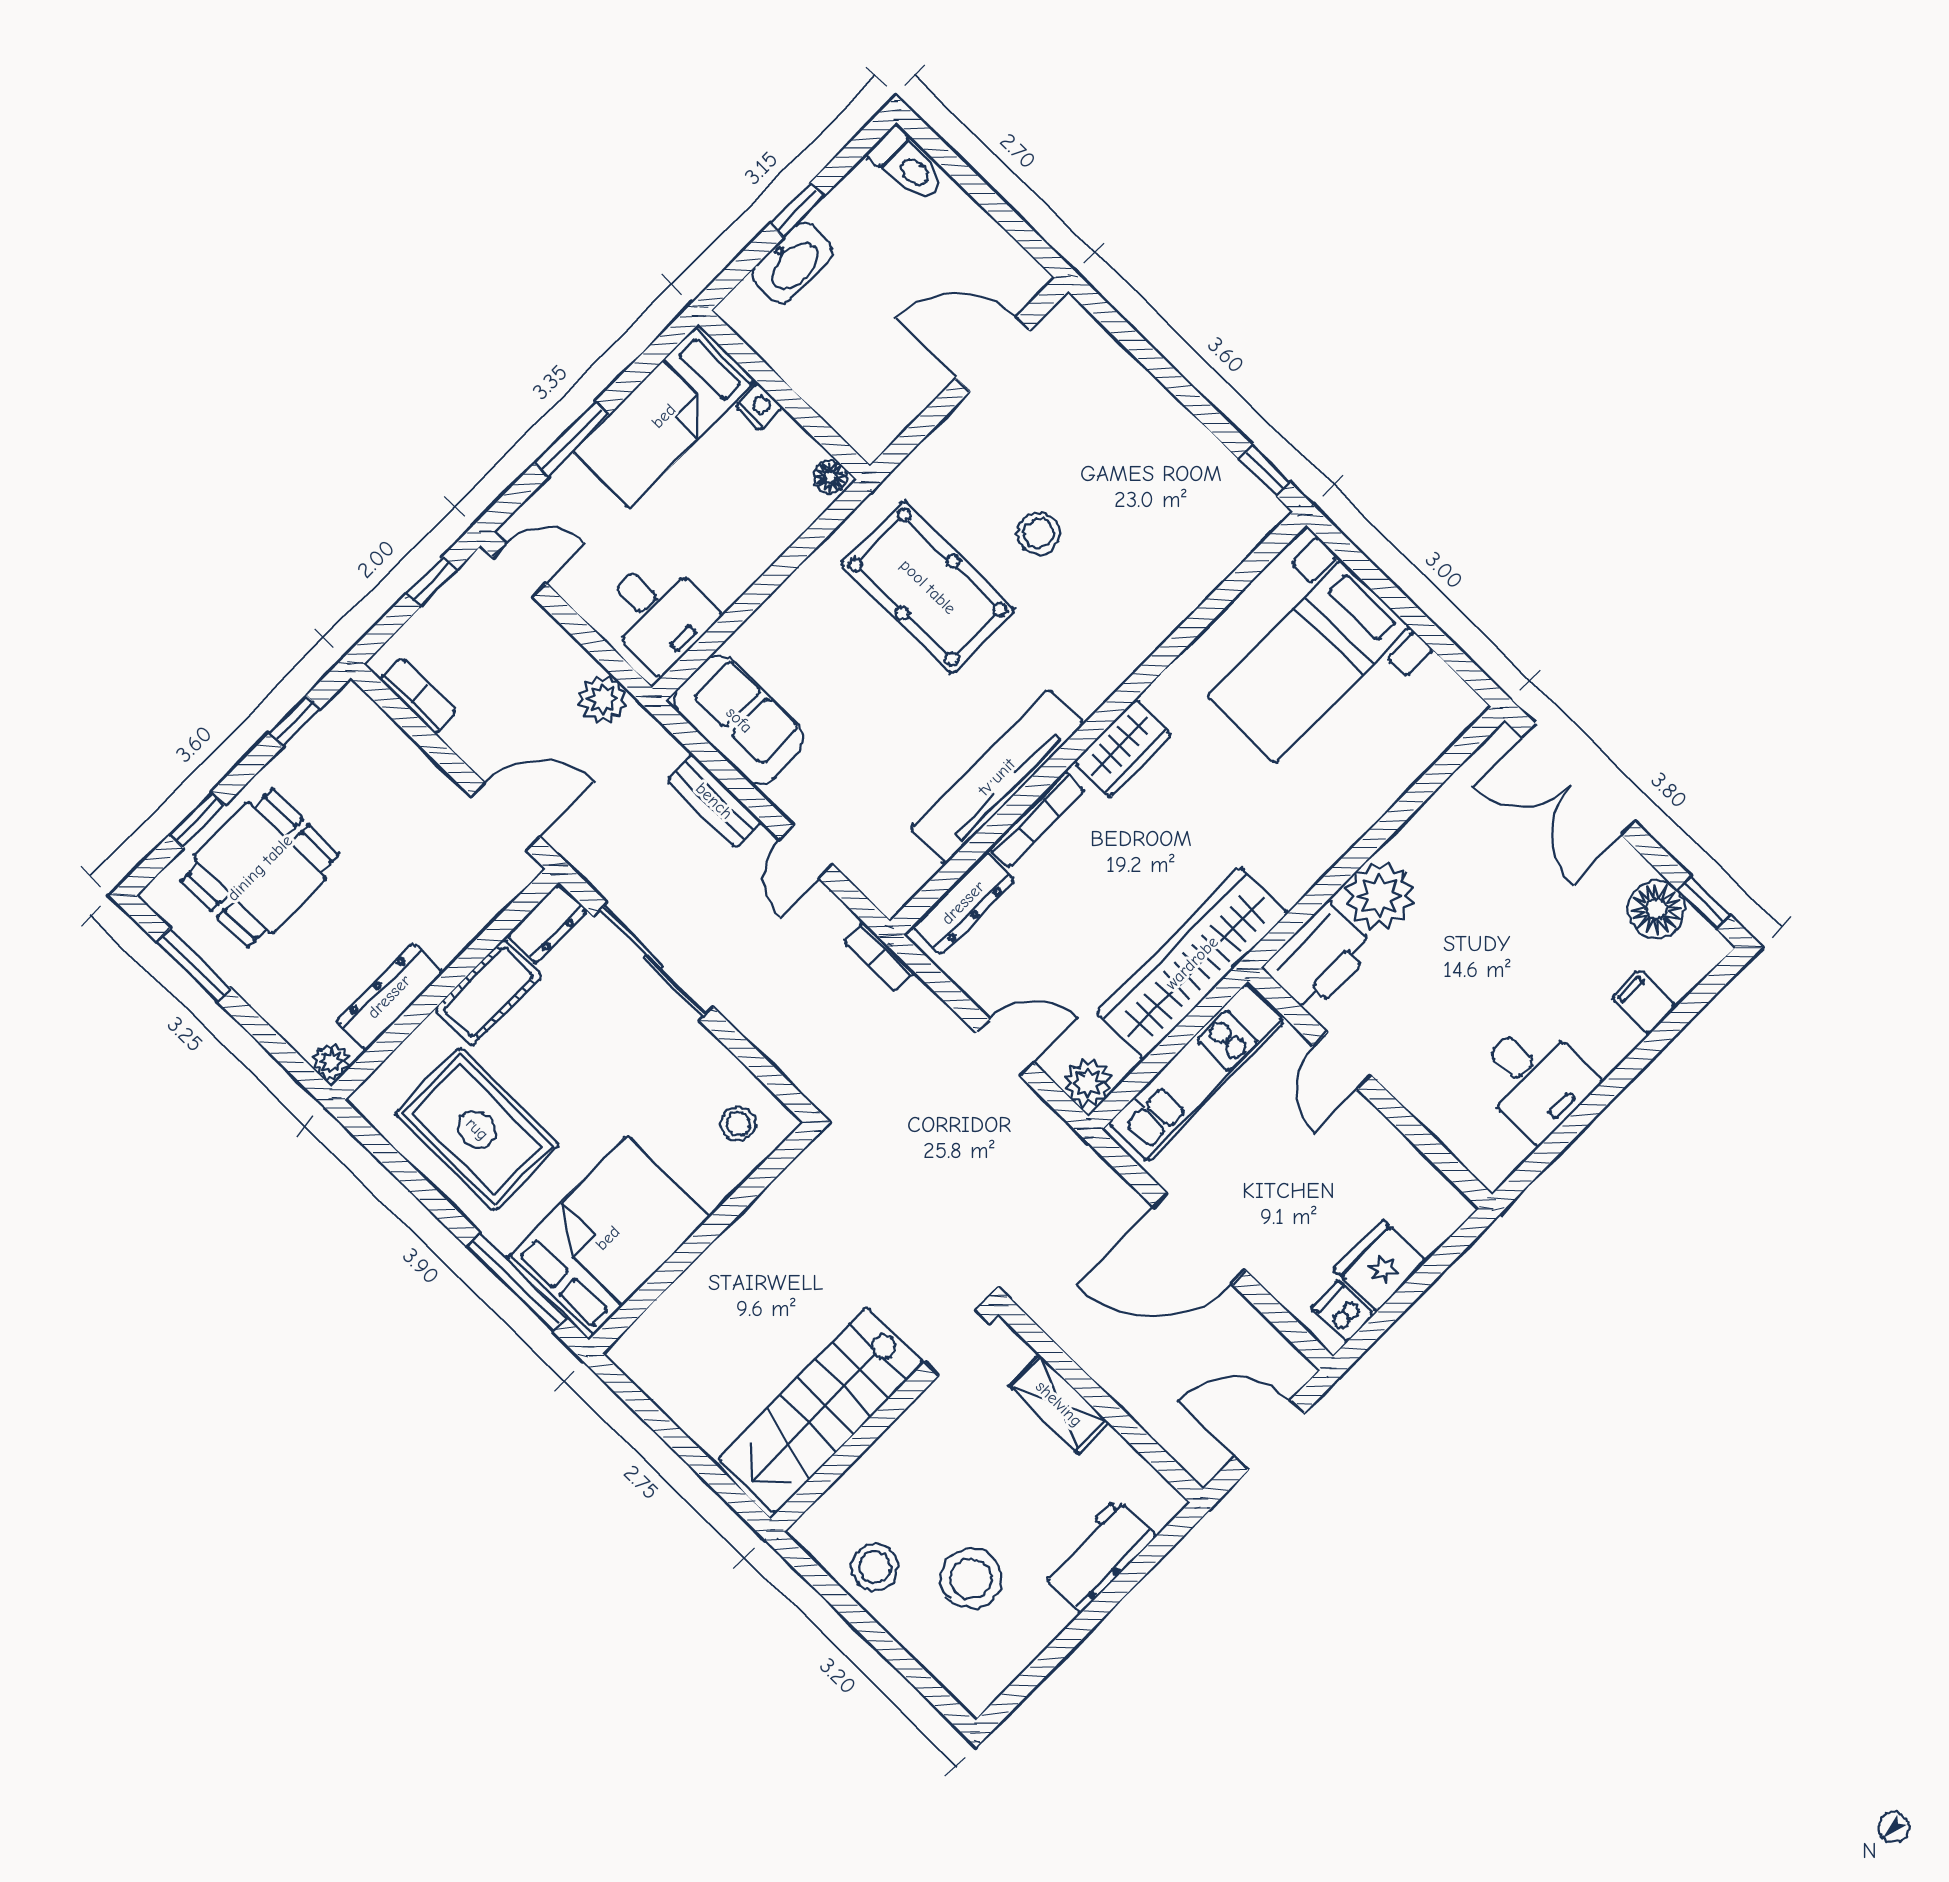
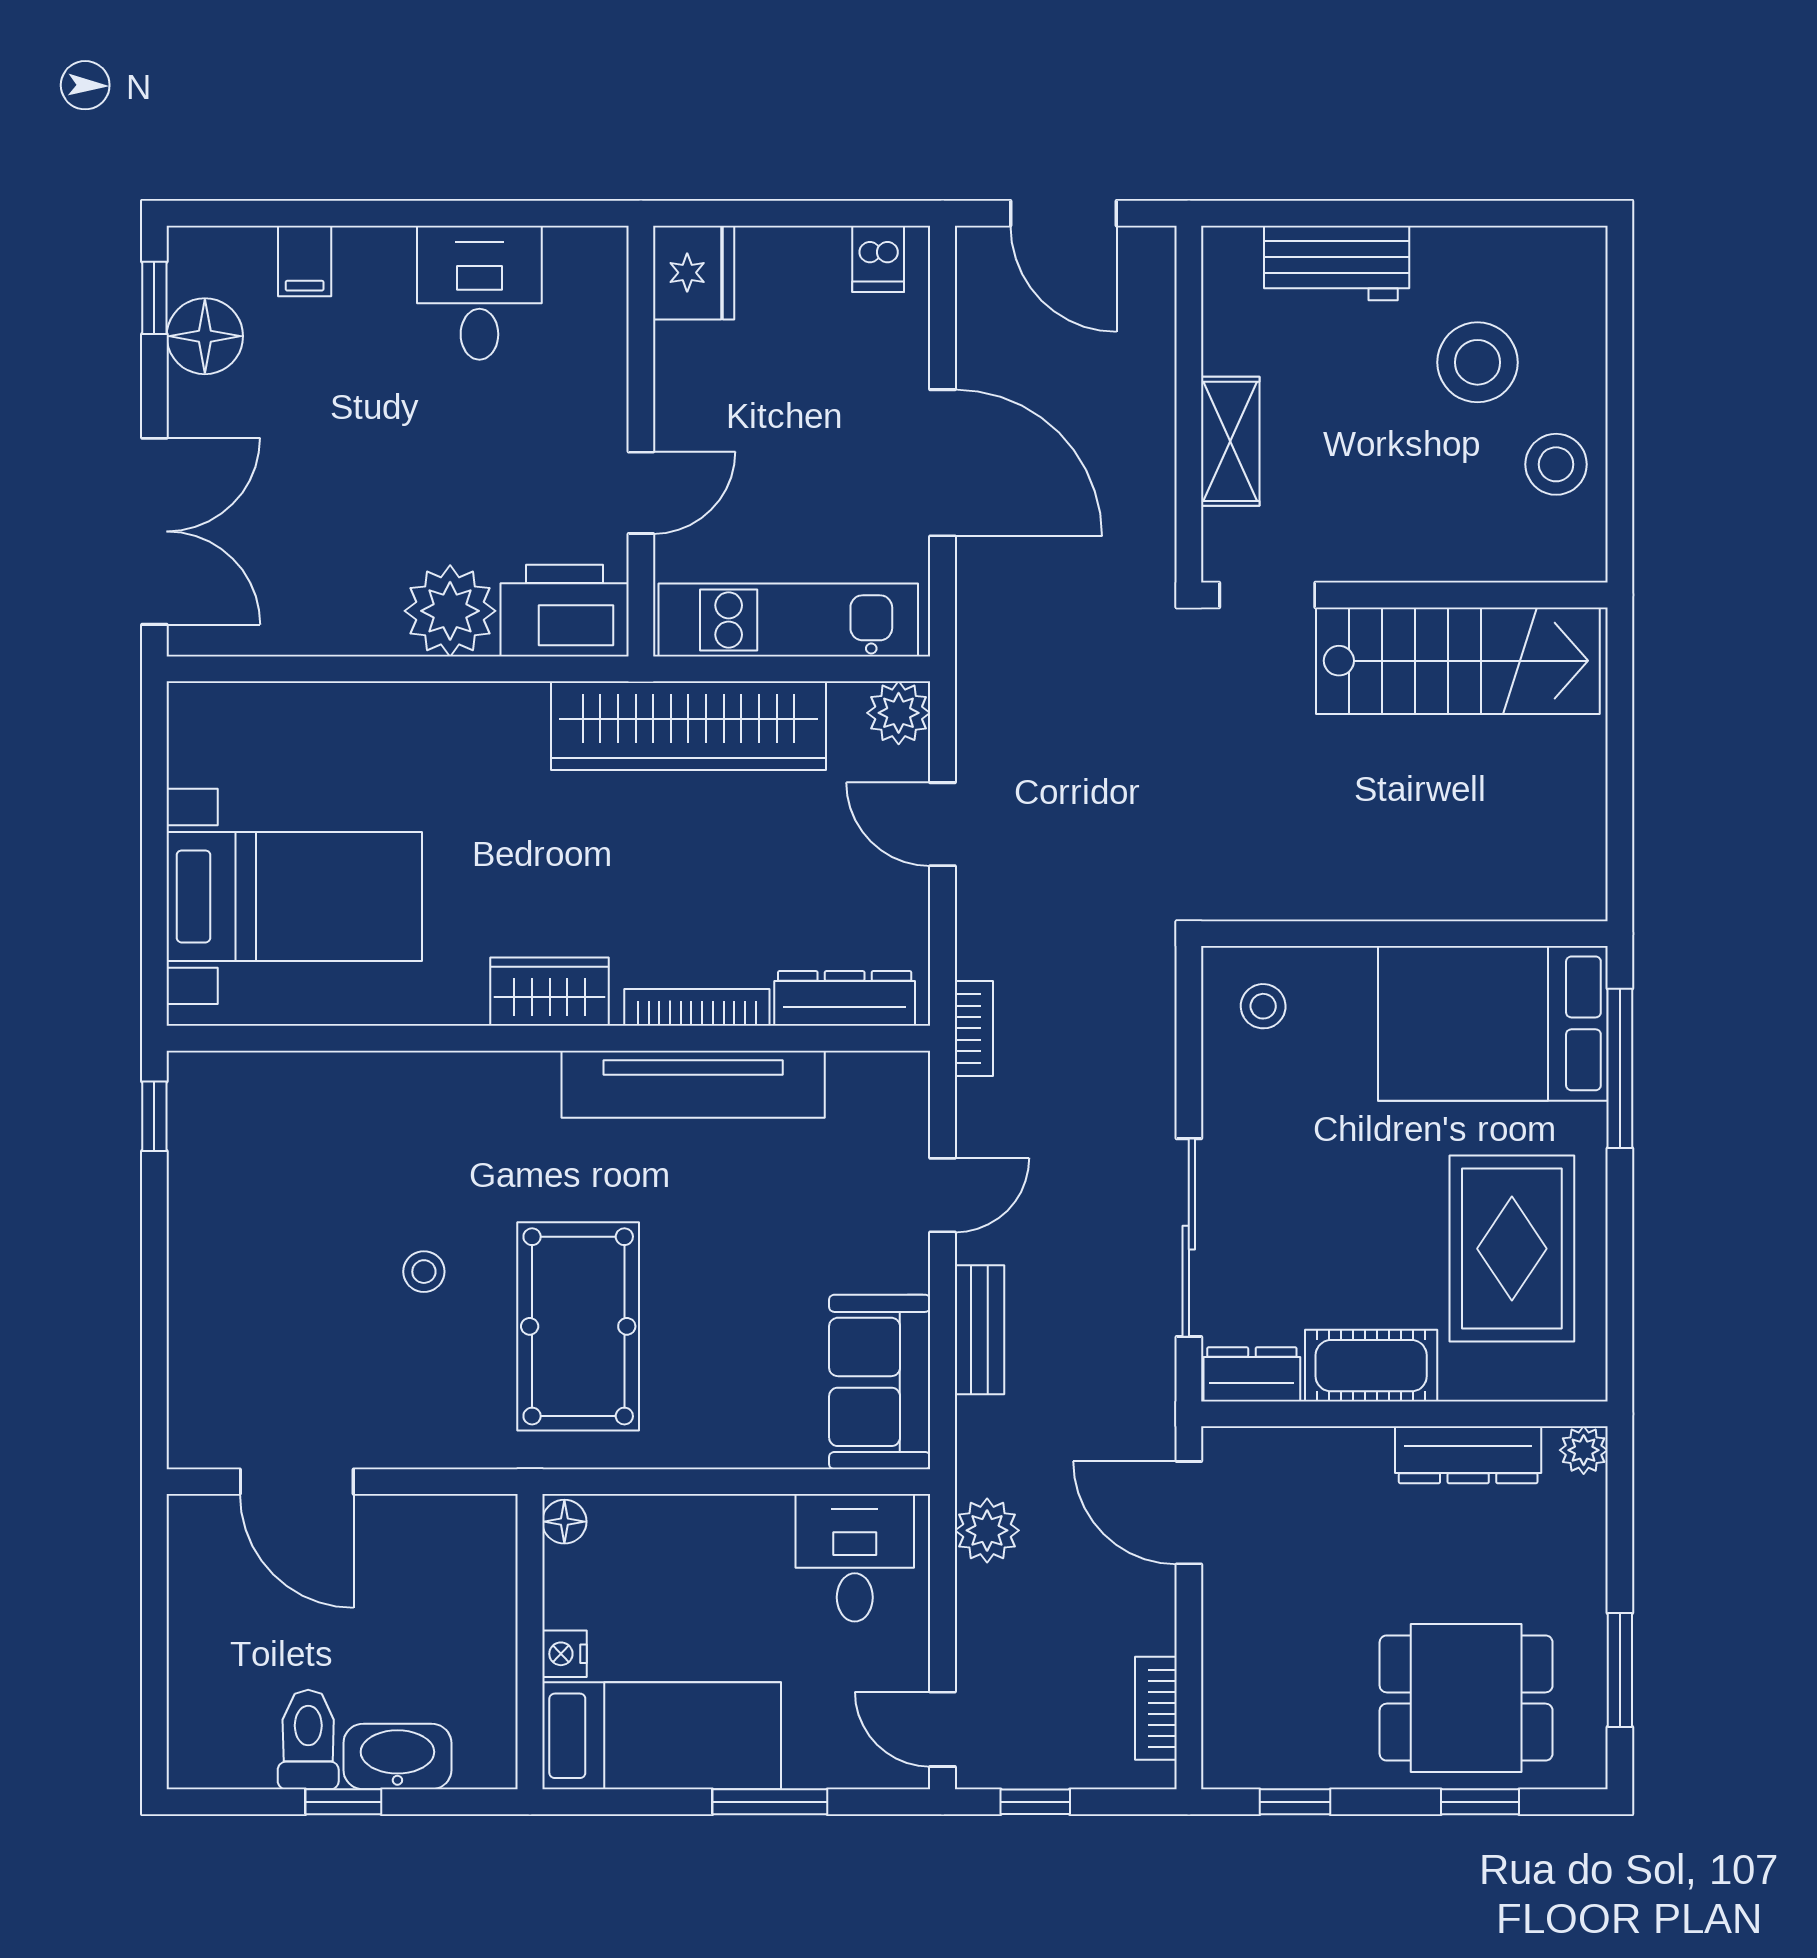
toilet: (907, 165) -> (308, 1740), moved
stool: (1039, 533) -> (424, 1272), width x0.73, depth x0.73
fridge: (1380, 1266) -> (694, 273), moved, turned -90

